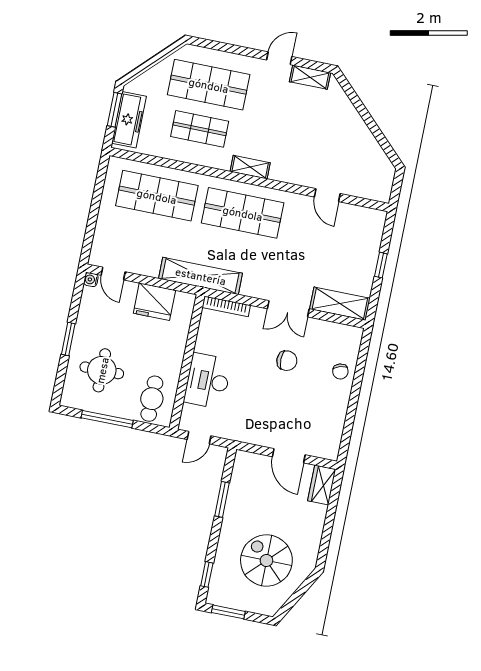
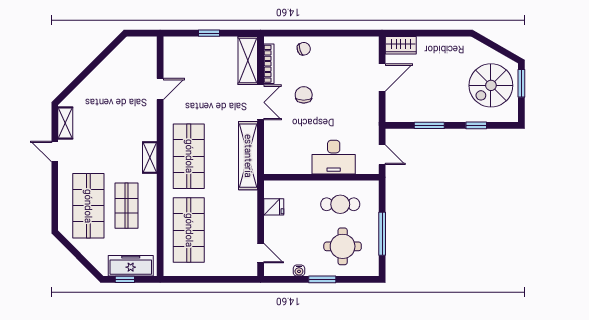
window: (114, 110) -> (125, 279), width x0.67
door: (113, 273) -> (261, 253), hinge flipped
shelving: (201, 276) -> (248, 156), moved
water cooler: (91, 280) -> (299, 271), moved
fridge: (154, 302) -> (274, 207), width x0.53, depth x0.75
bookcase: (226, 306) -> (269, 64), moved
cafe table: (152, 399) -> (340, 204), moved
spiral stairs: (266, 561) -> (491, 85), moved
window: (207, 574) -> (476, 125), moved
window: (228, 612) -> (521, 83), moved

